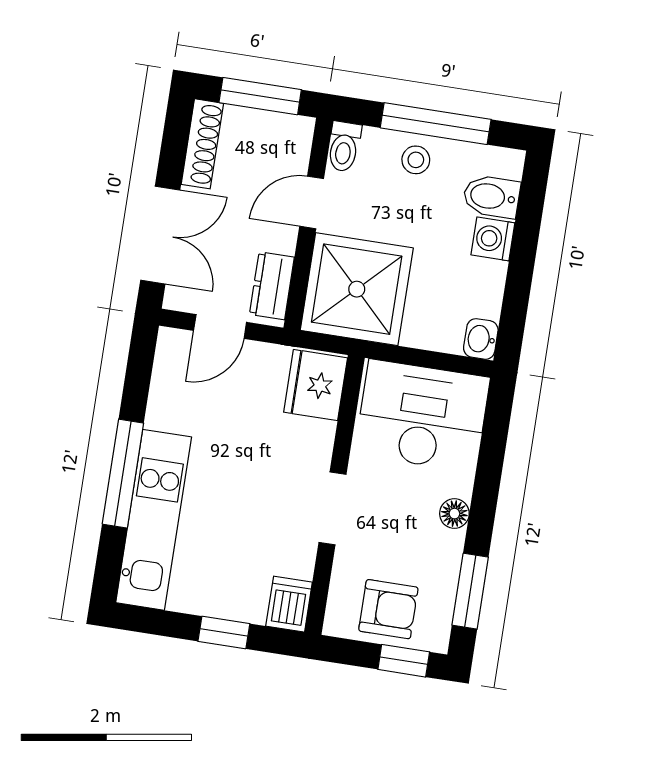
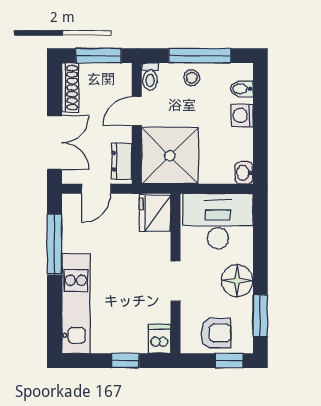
bidet: (491, 197) -> (242, 89), width x0.72, depth x0.74
window: (123, 474) -> (55, 244), moved
floor lamp: (454, 514) -> (237, 281), width x1.89, depth x1.89

